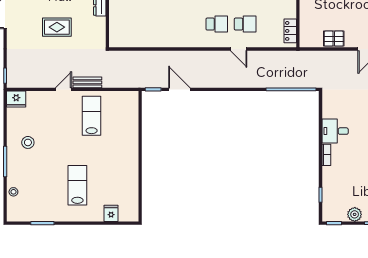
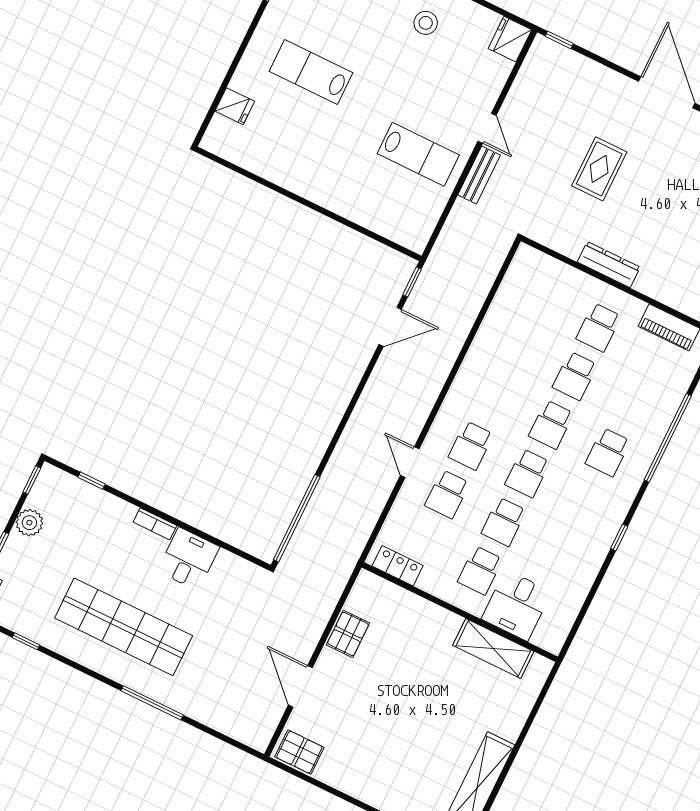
door: (239, 49) -> (410, 462), hinge flipped
lab bench: (77, 185) -> (311, 72), turned 180

